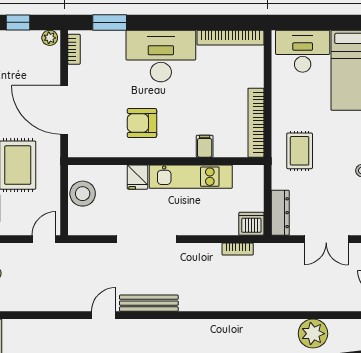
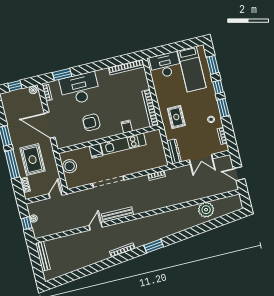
desk: (161, 56) -> (80, 89), moved
dishwasher: (251, 224) -> (160, 161), removed

